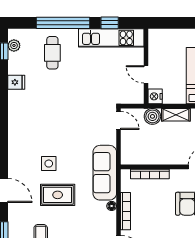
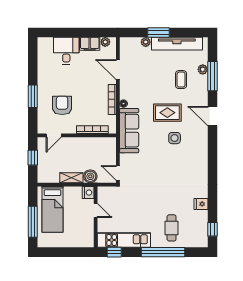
window: (110, 23) -> (114, 252), moved
plant: (14, 45) -> (203, 234), removed

